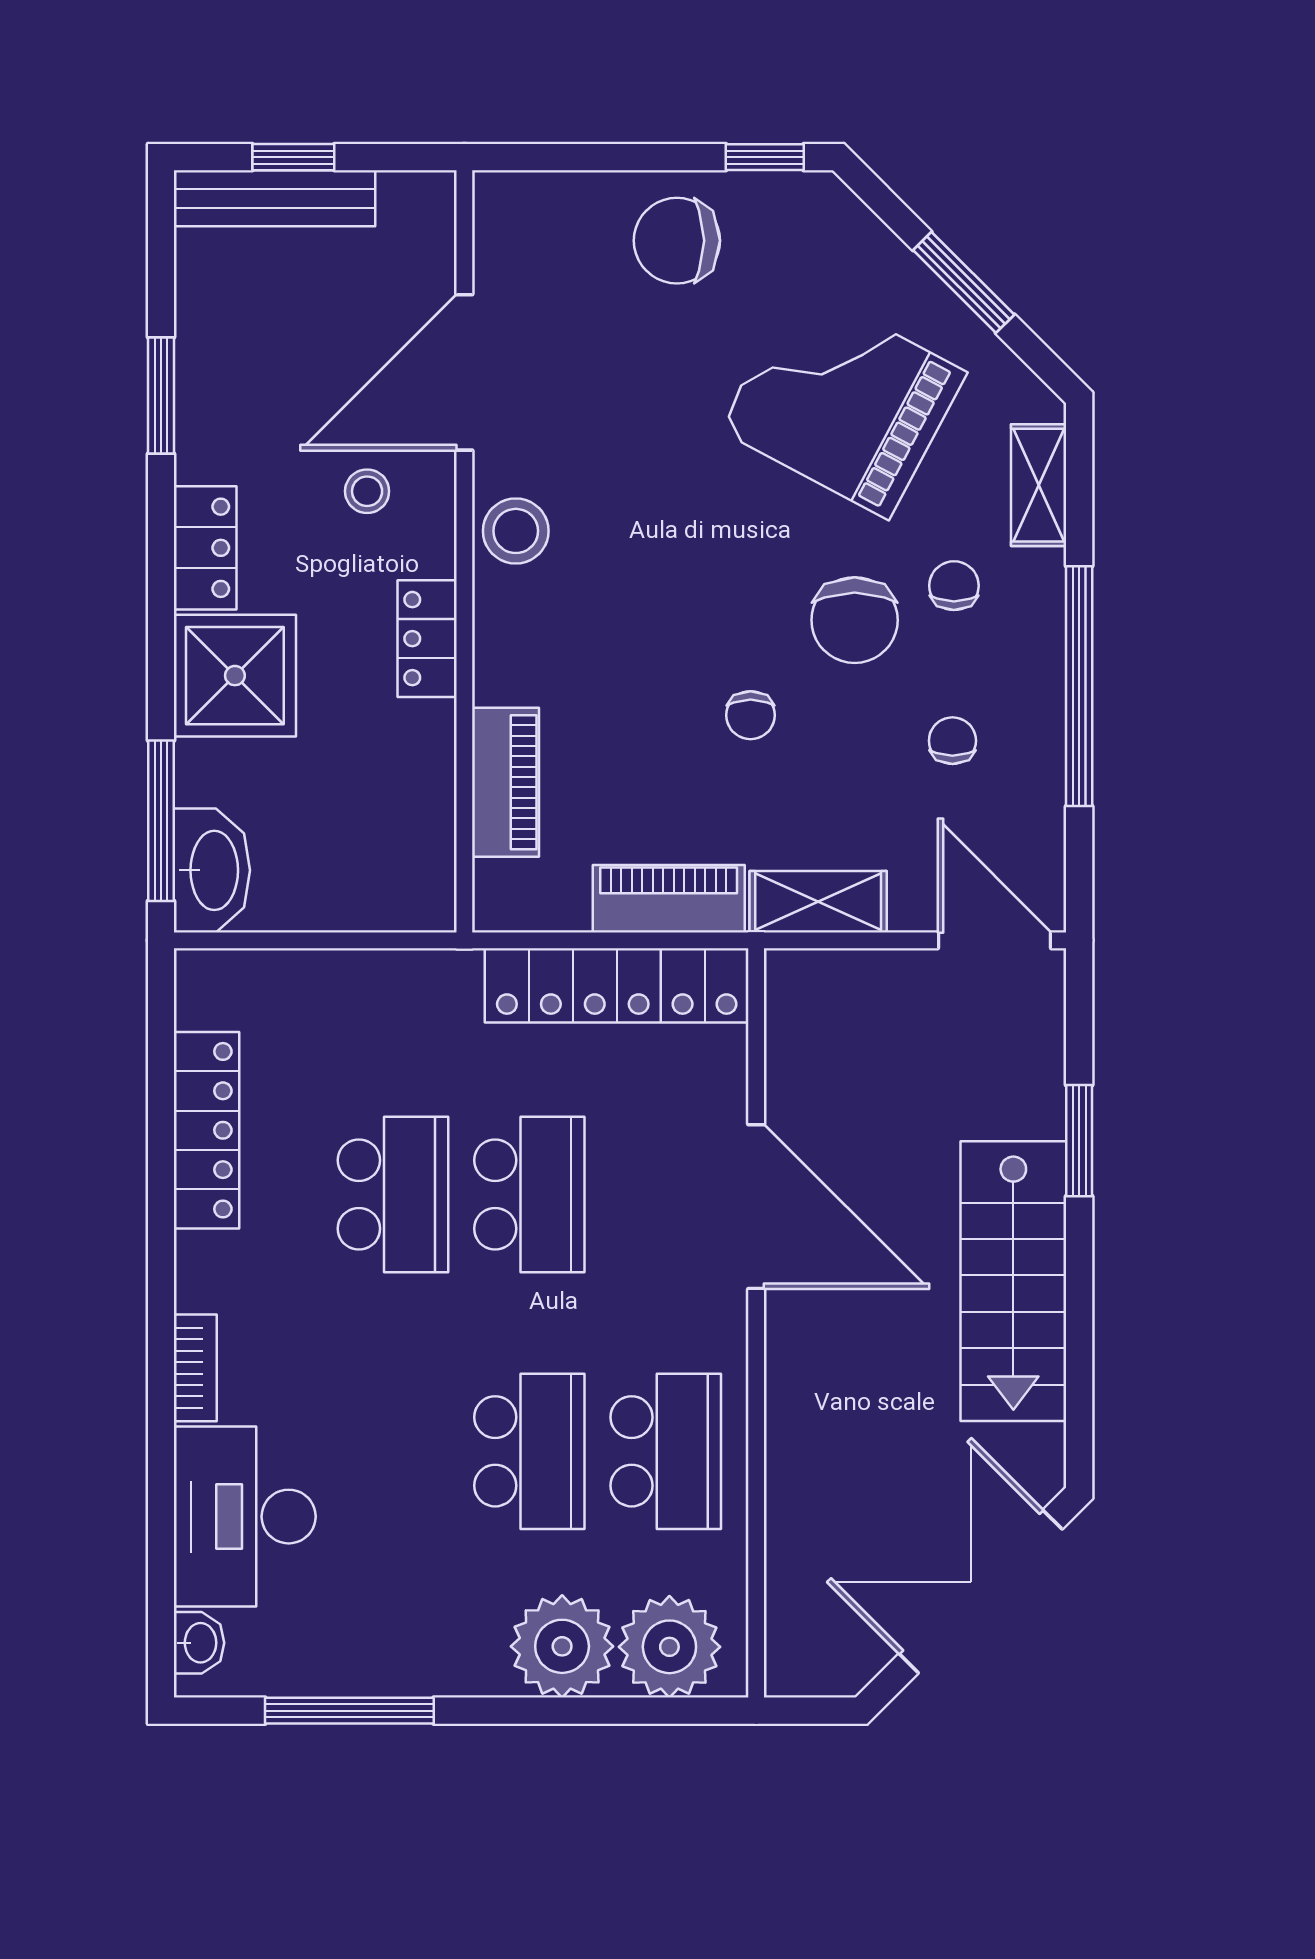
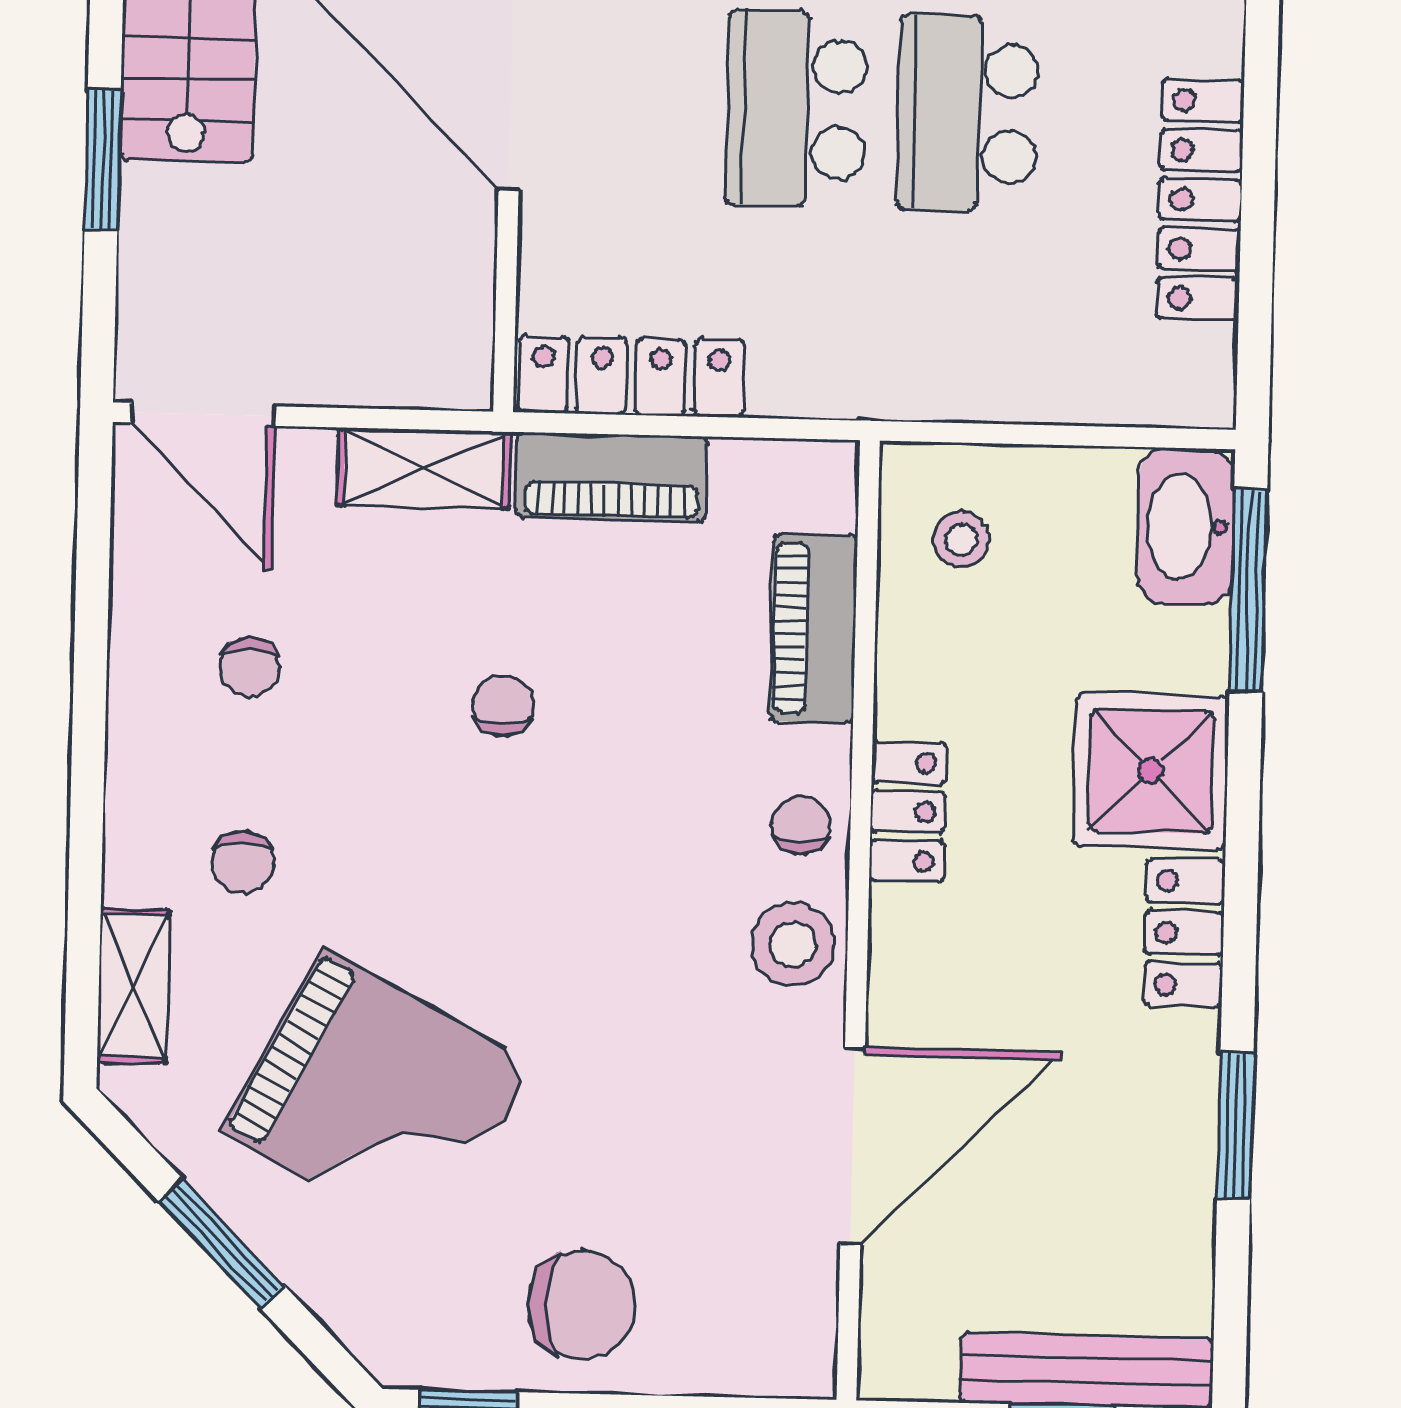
stool: (367, 491) -> (961, 539), moved
chair: (855, 620) -> (800, 825), moved, width x0.54, depth x0.54
window: (1079, 686) -> (89, 732), removed
locker: (617, 985) -> (631, 376), width x0.71, depth x0.83

